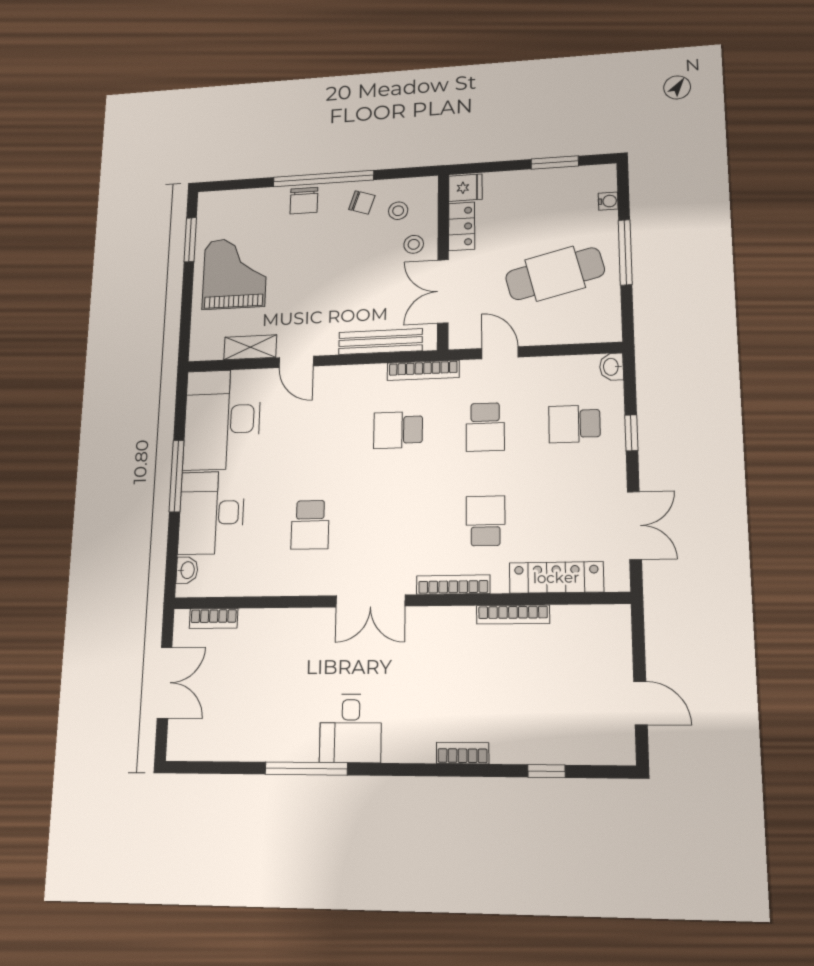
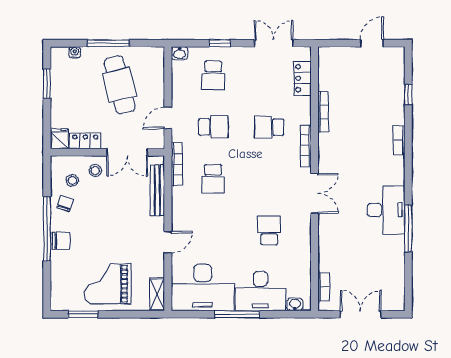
shelving: (250, 347) -> (157, 294), moved
school desk: (310, 525) -> (269, 230), turned -90
locker: (556, 577) -> (302, 78), width x0.66
desk: (351, 728) -> (386, 210), width x1.37

